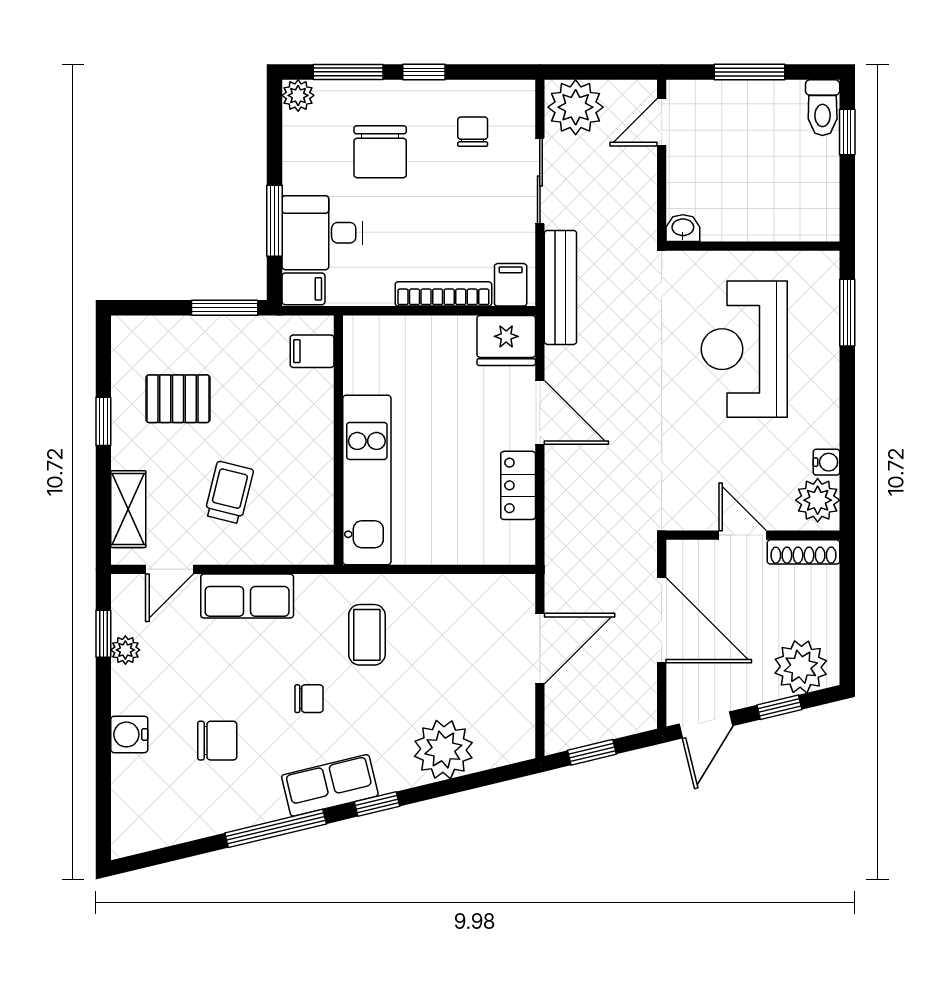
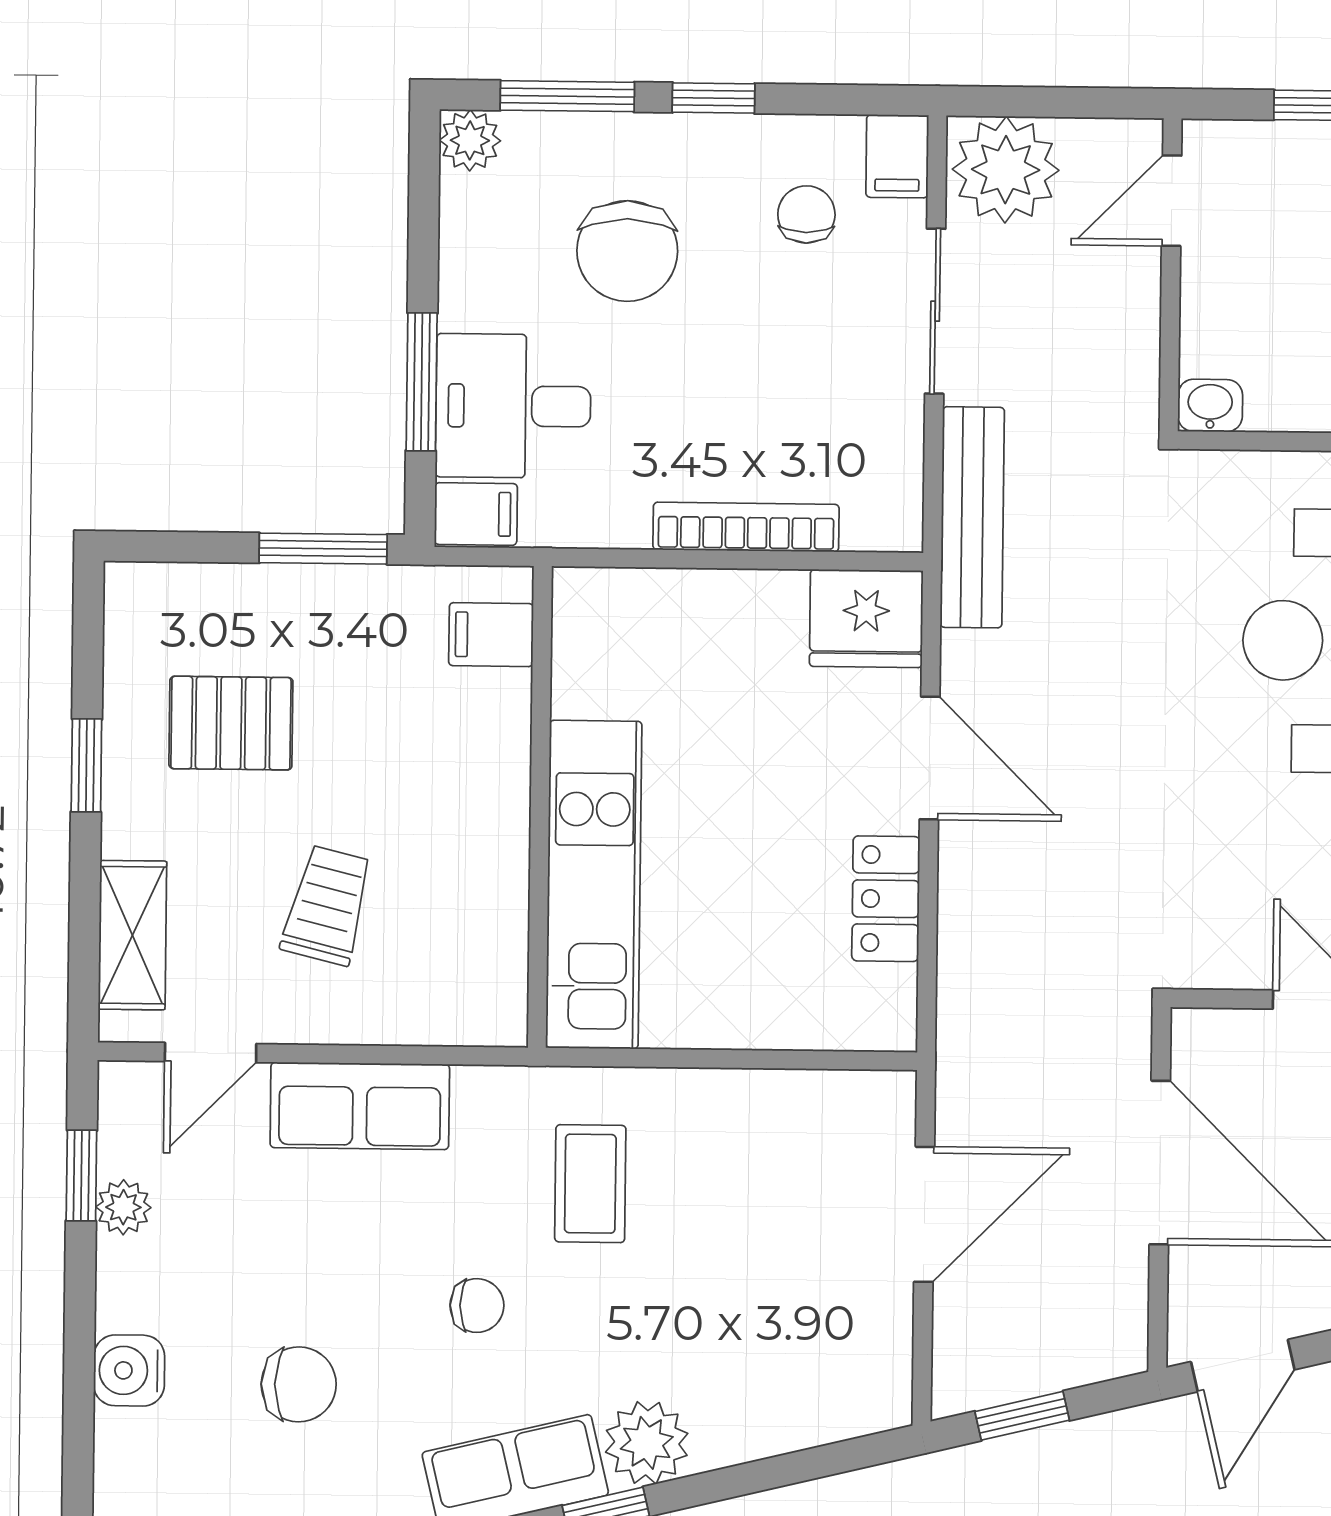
filing cabinet: (511, 285) -> (897, 156), moved, turned 180
plant: (443, 750) -> (647, 1443), moved, width x0.73, depth x0.73

